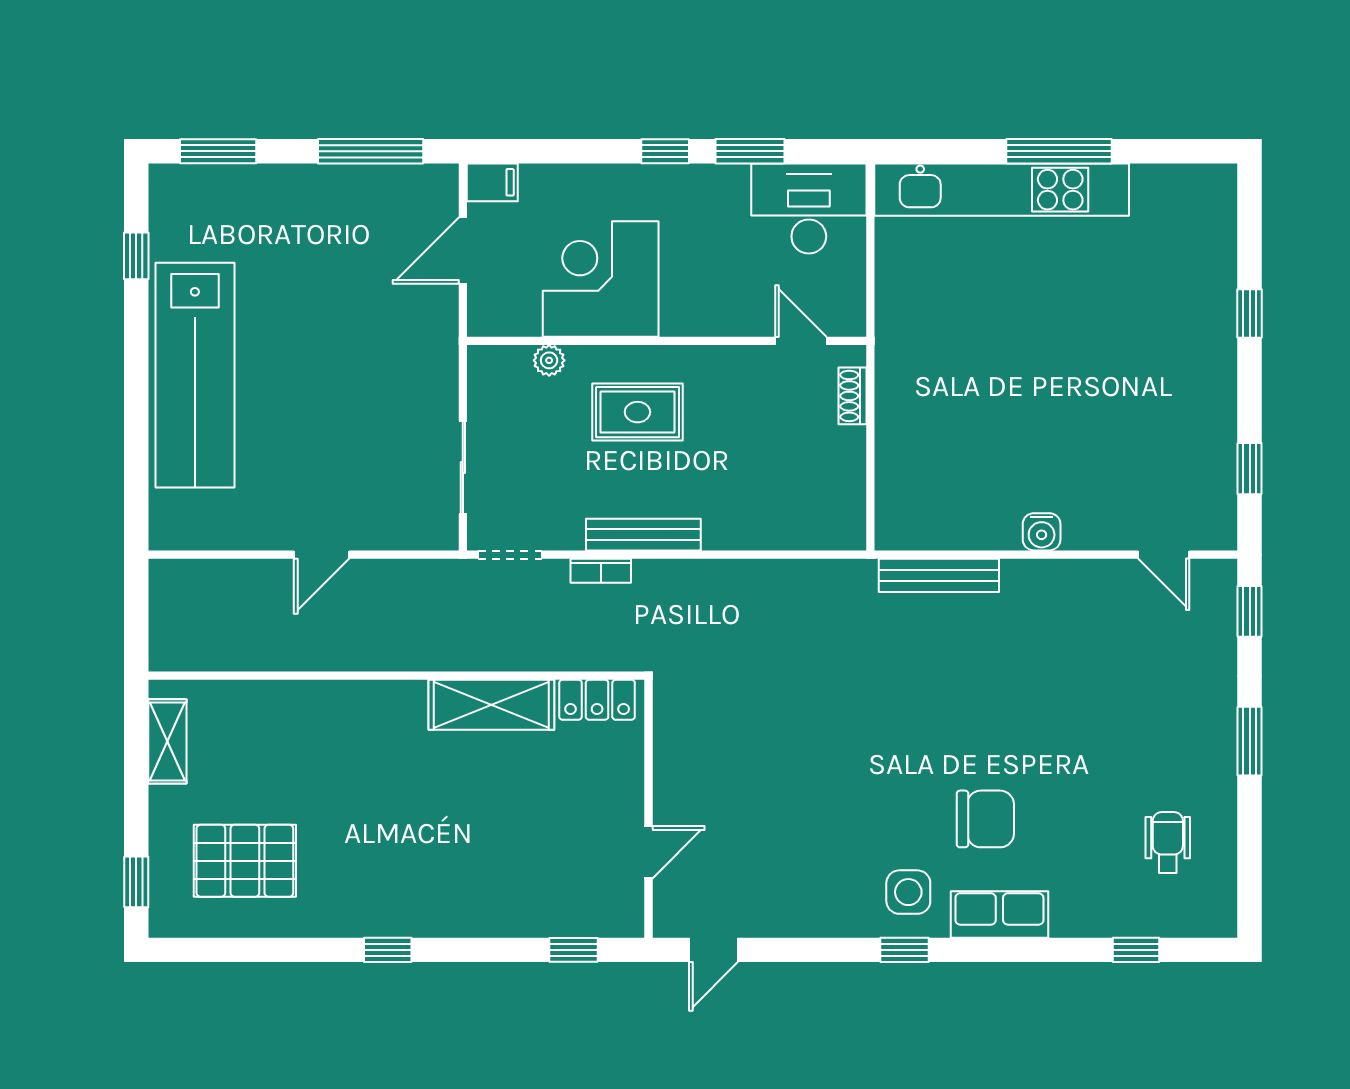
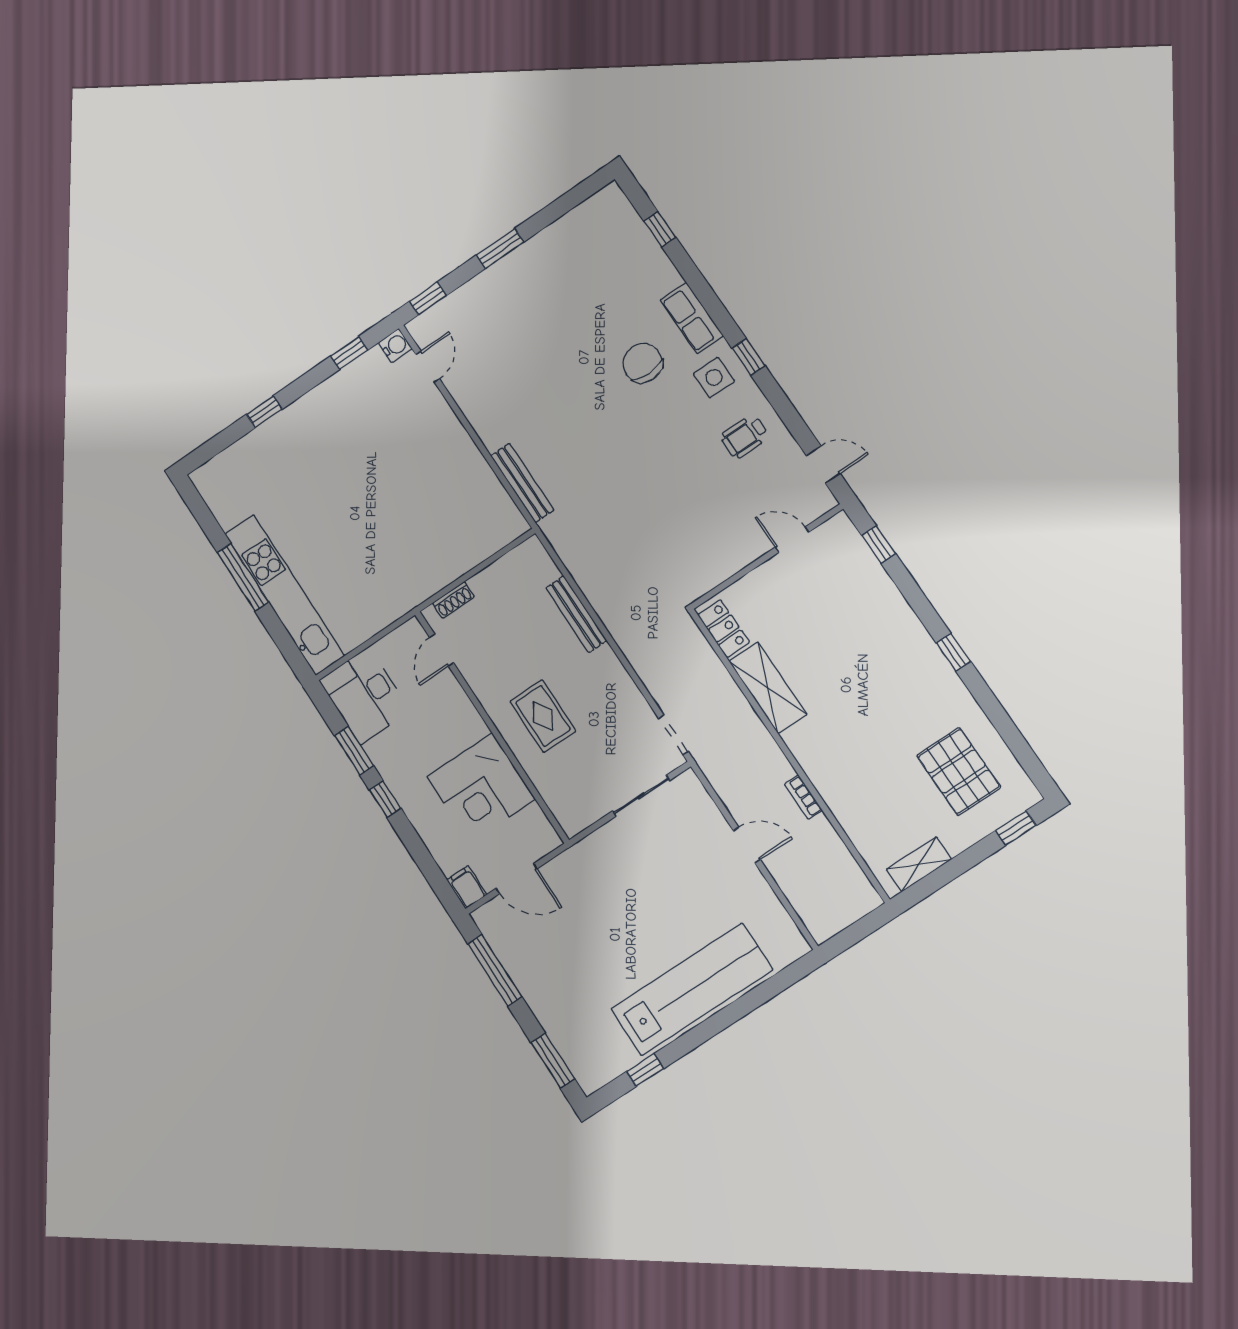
plant: (549, 360) -> (547, 787), removed
water cooler: (1042, 532) -> (395, 346), moved
bench: (643, 535) -> (576, 614), moved
bookcase: (601, 571) -> (803, 797), moved, turned 180
wheelchair: (1168, 842) -> (745, 437), moved

